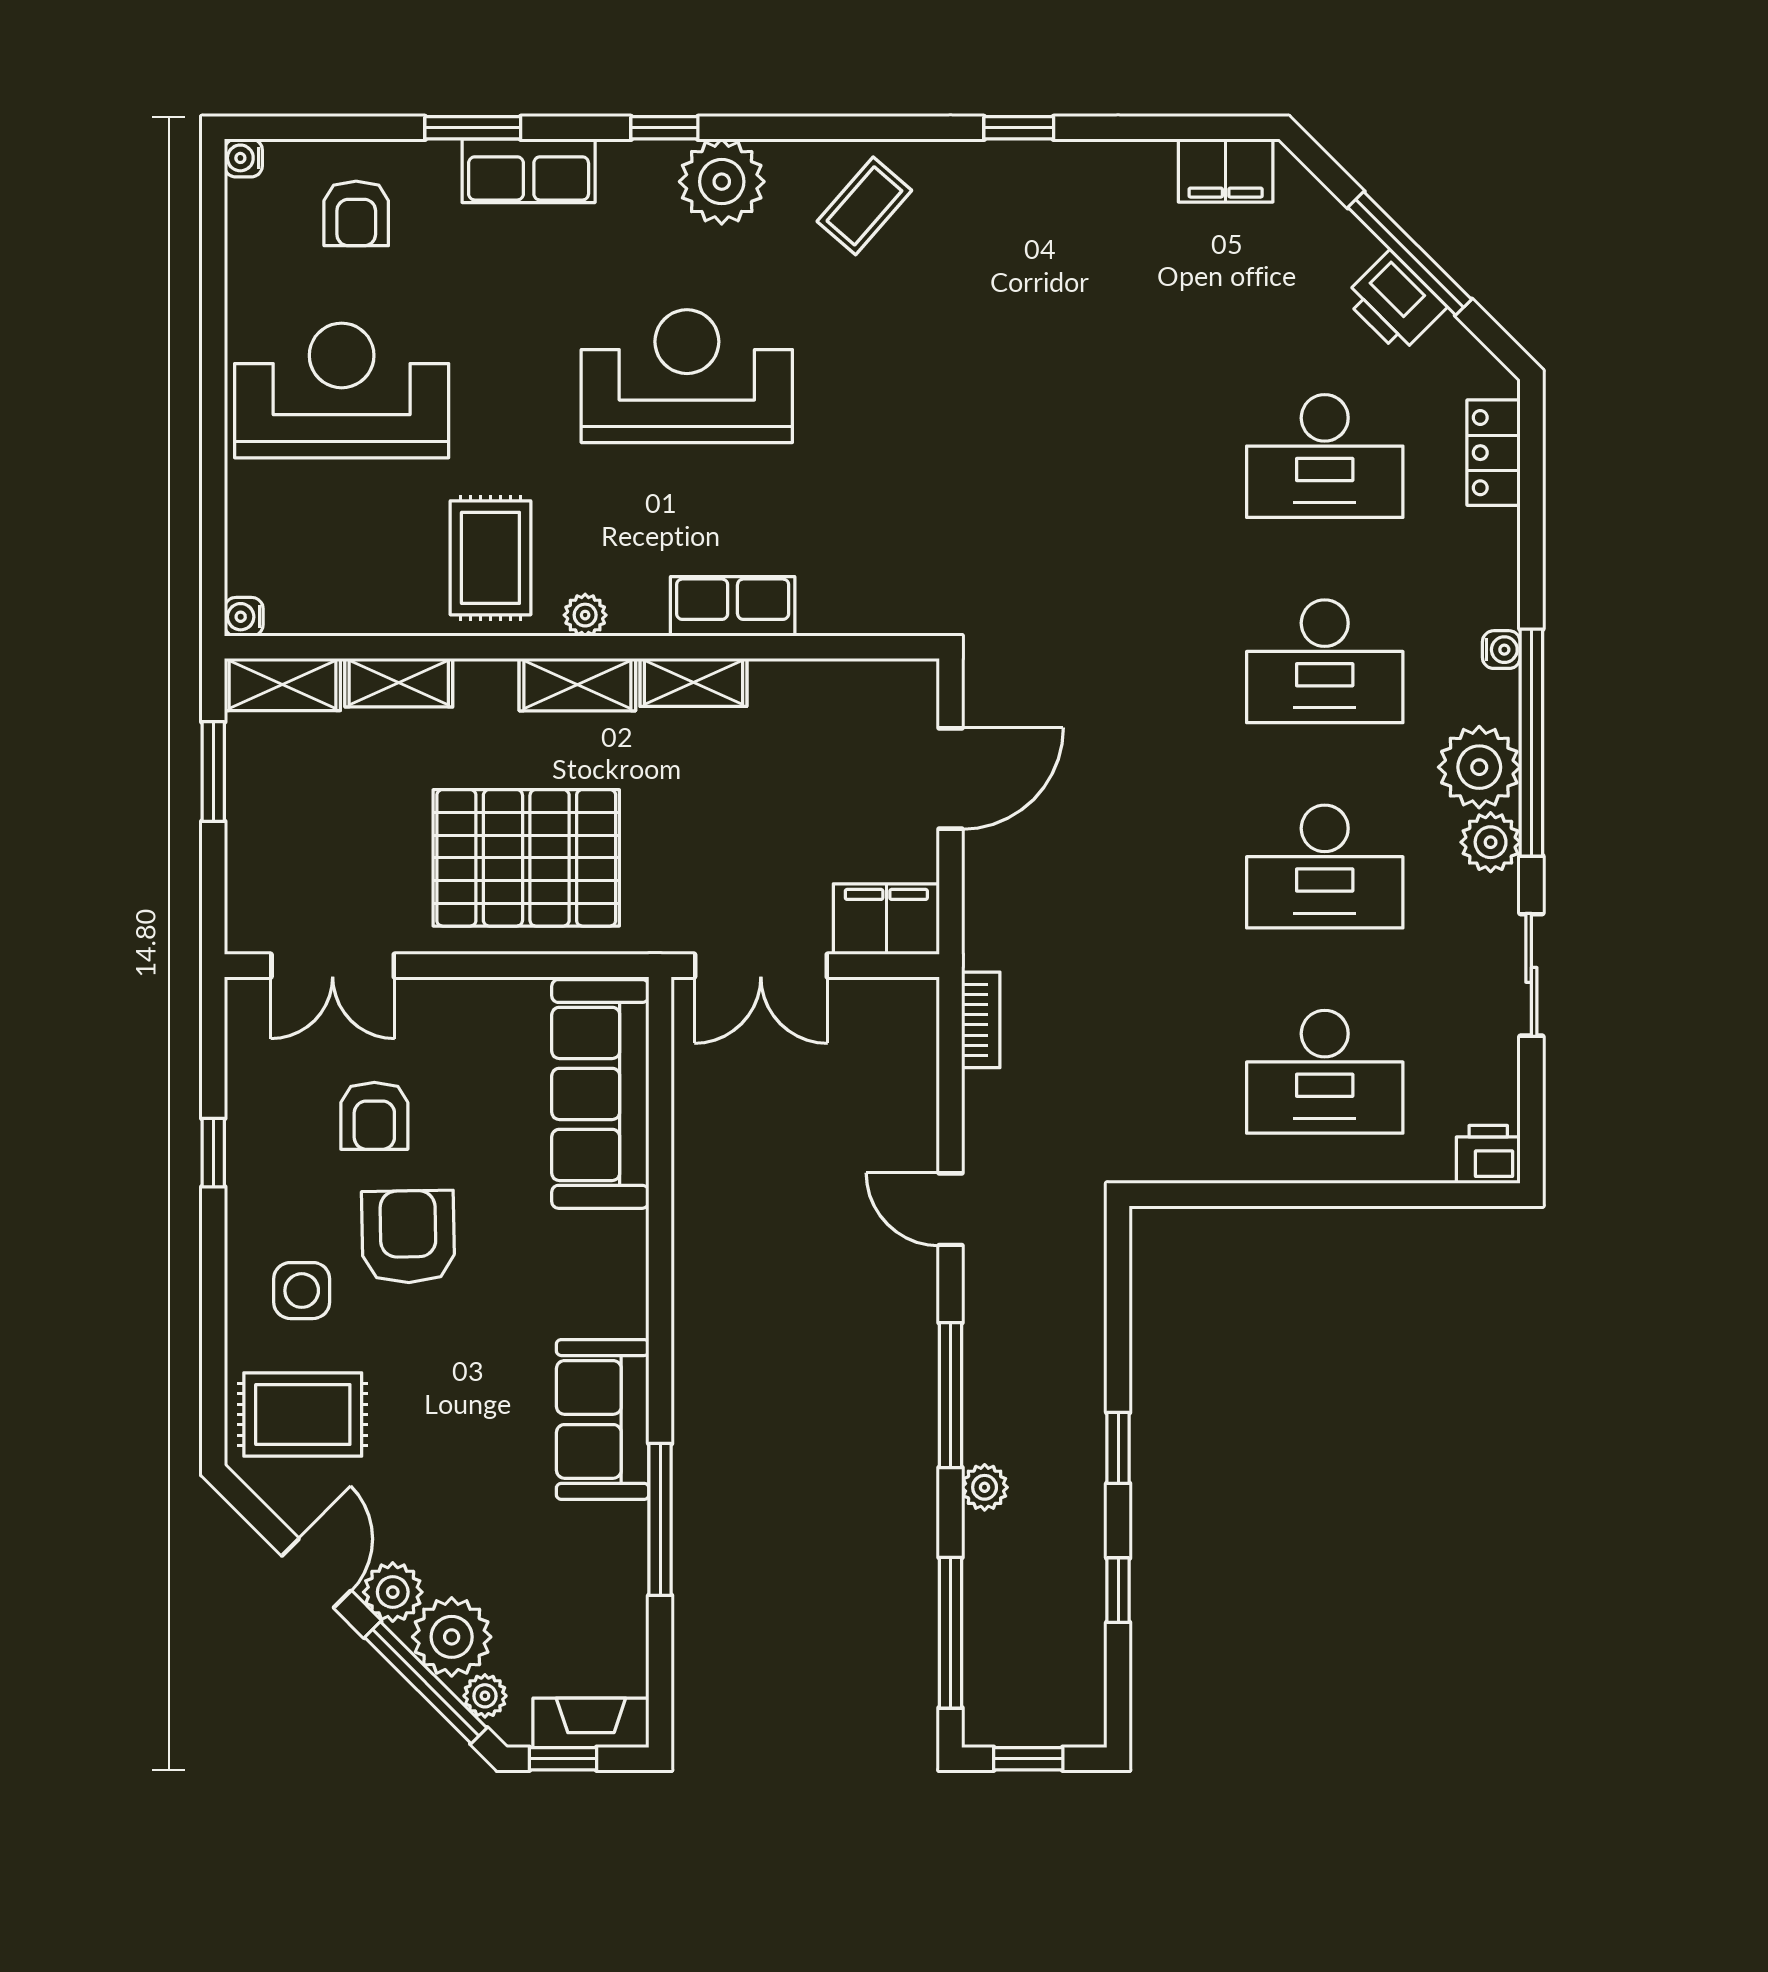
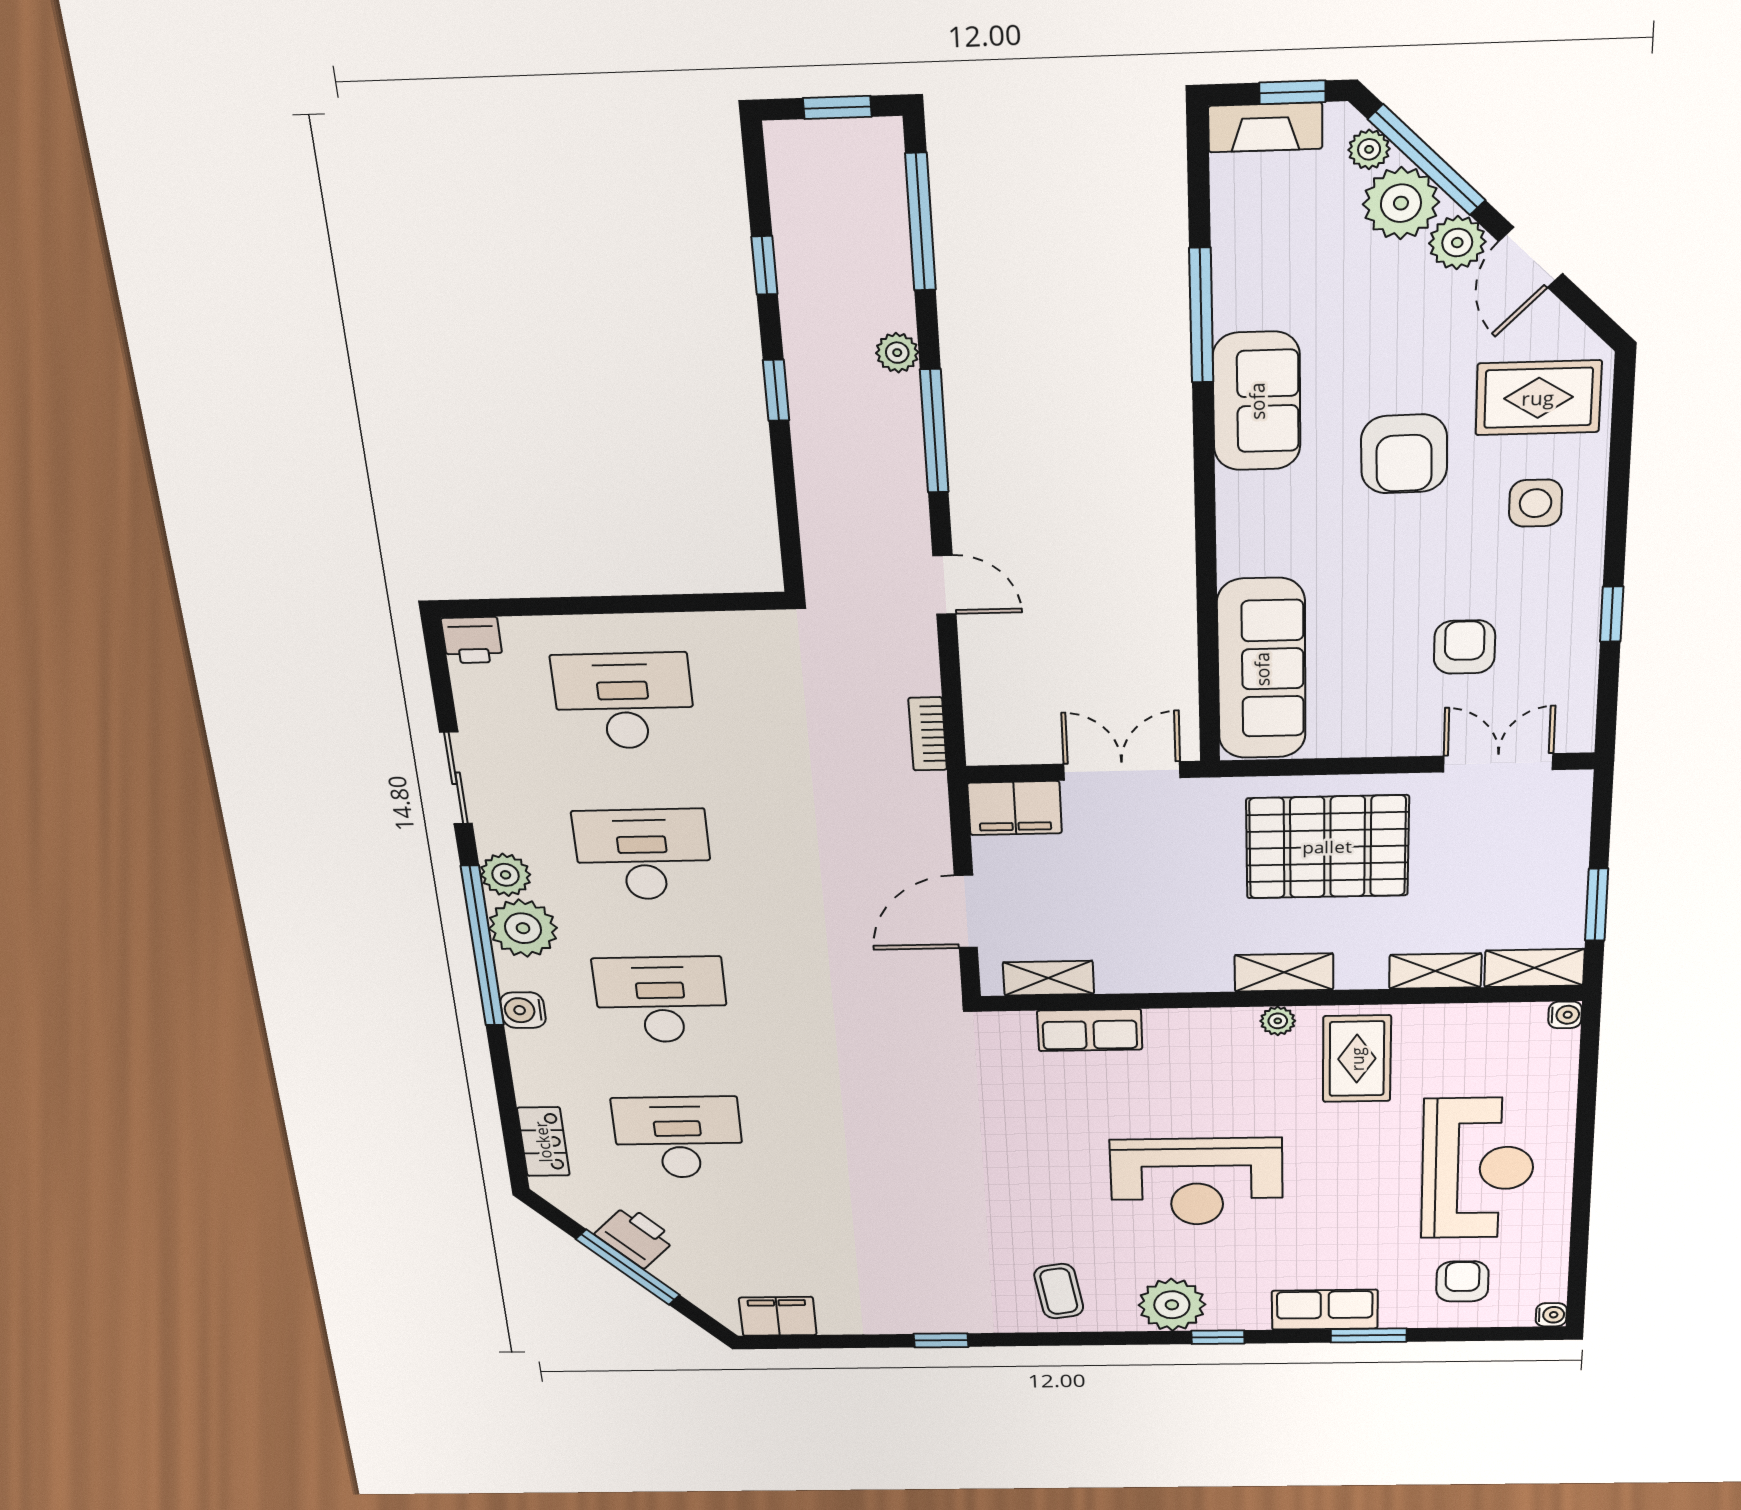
coffee table: (864, 206) -> (1059, 1291), turned -50
reception desk: (342, 390) -> (1478, 1168), turned -90
row of seats: (733, 606) -> (1090, 1030), moved
water cooler: (1501, 650) -> (523, 1010), width x1.38, depth x1.38
shelving: (693, 682) -> (1048, 978), moved
armchair: (408, 1237) -> (1404, 454), moved

